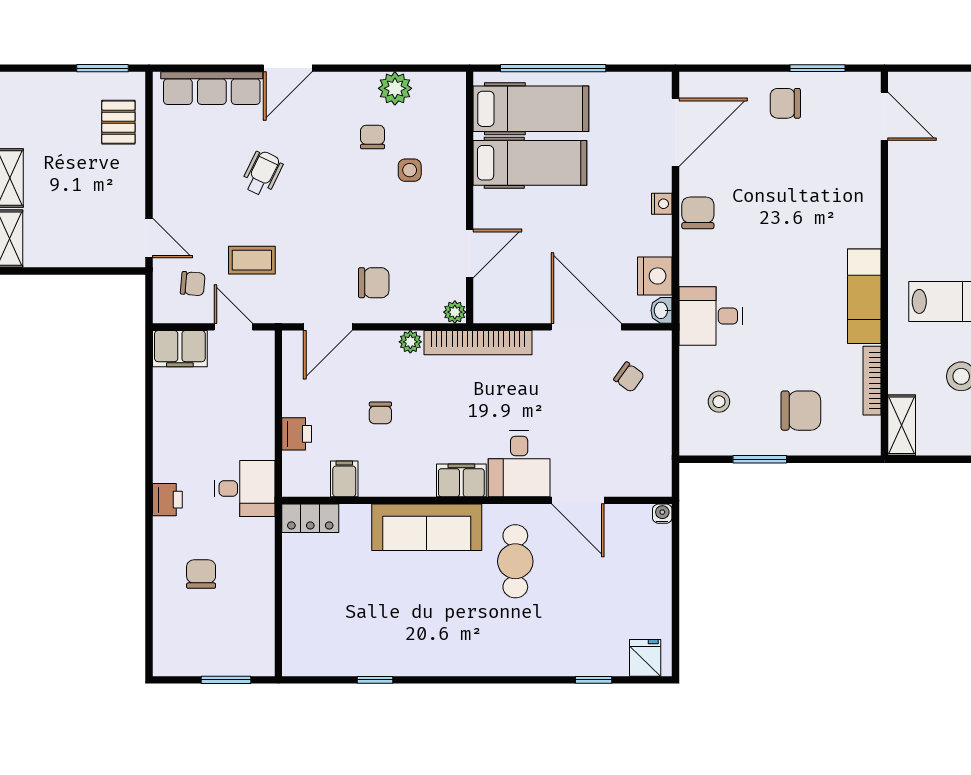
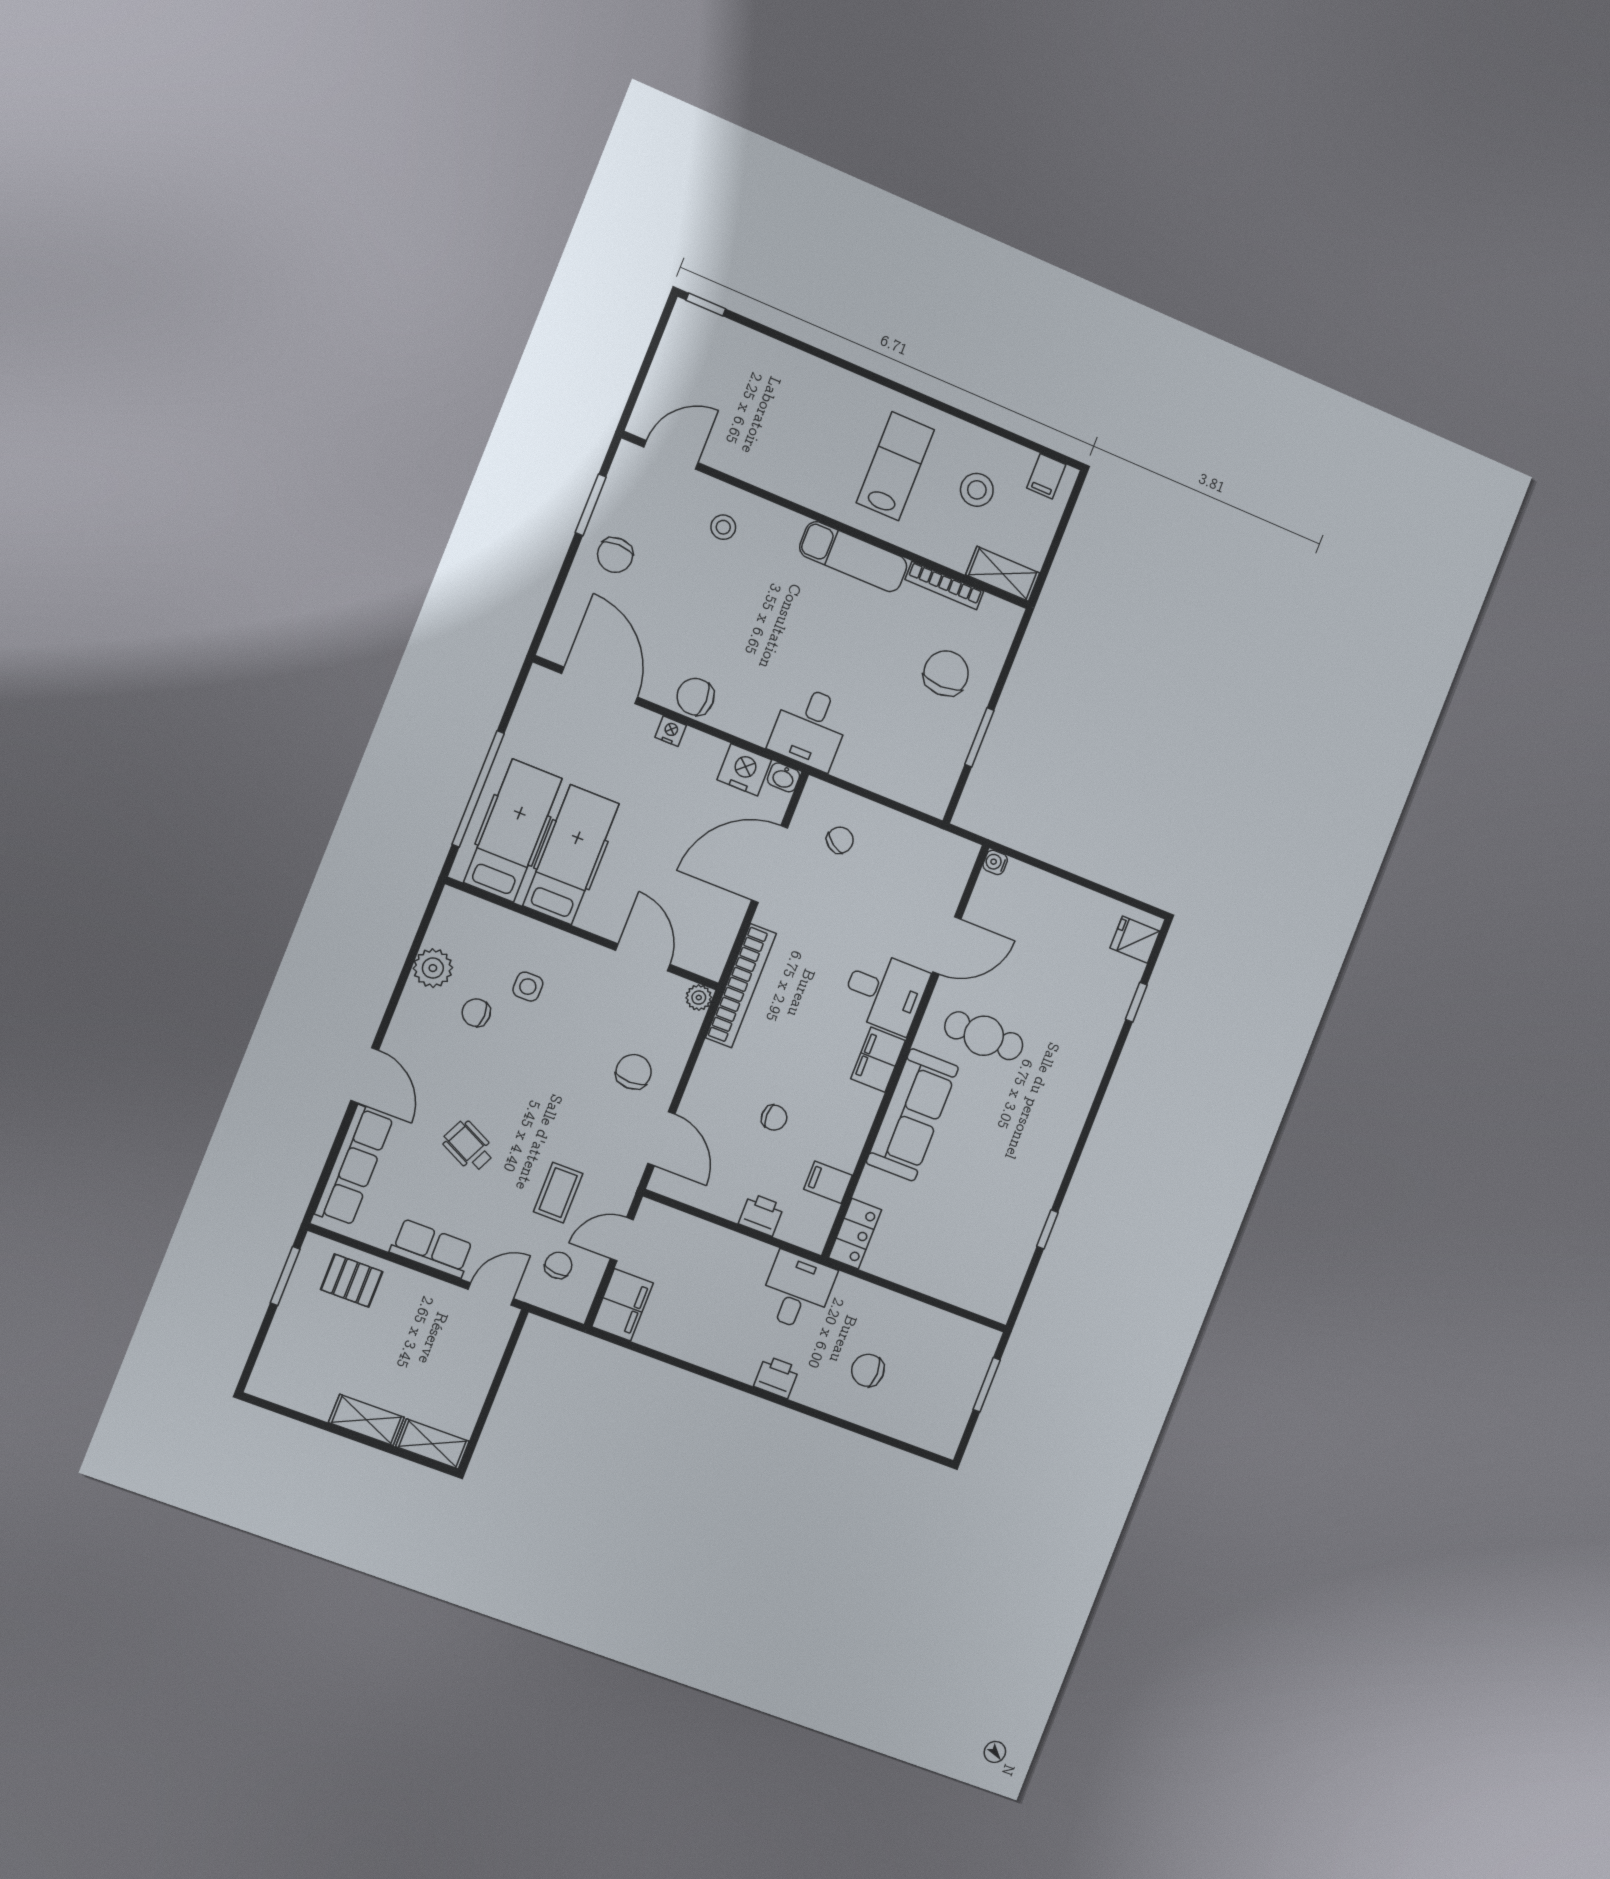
row of seats: (168, 176) -> (432, 1248), added
plant: (410, 342) -> (712, 1057), removed
stool: (719, 402) -> (723, 527), moved

